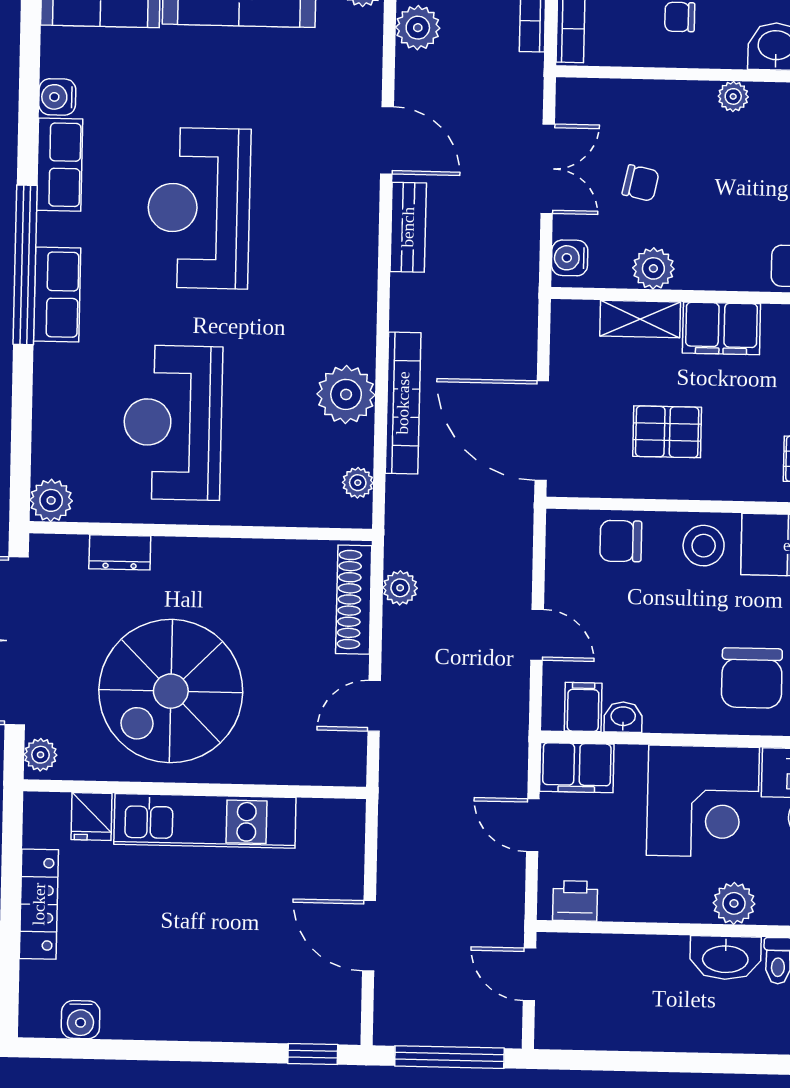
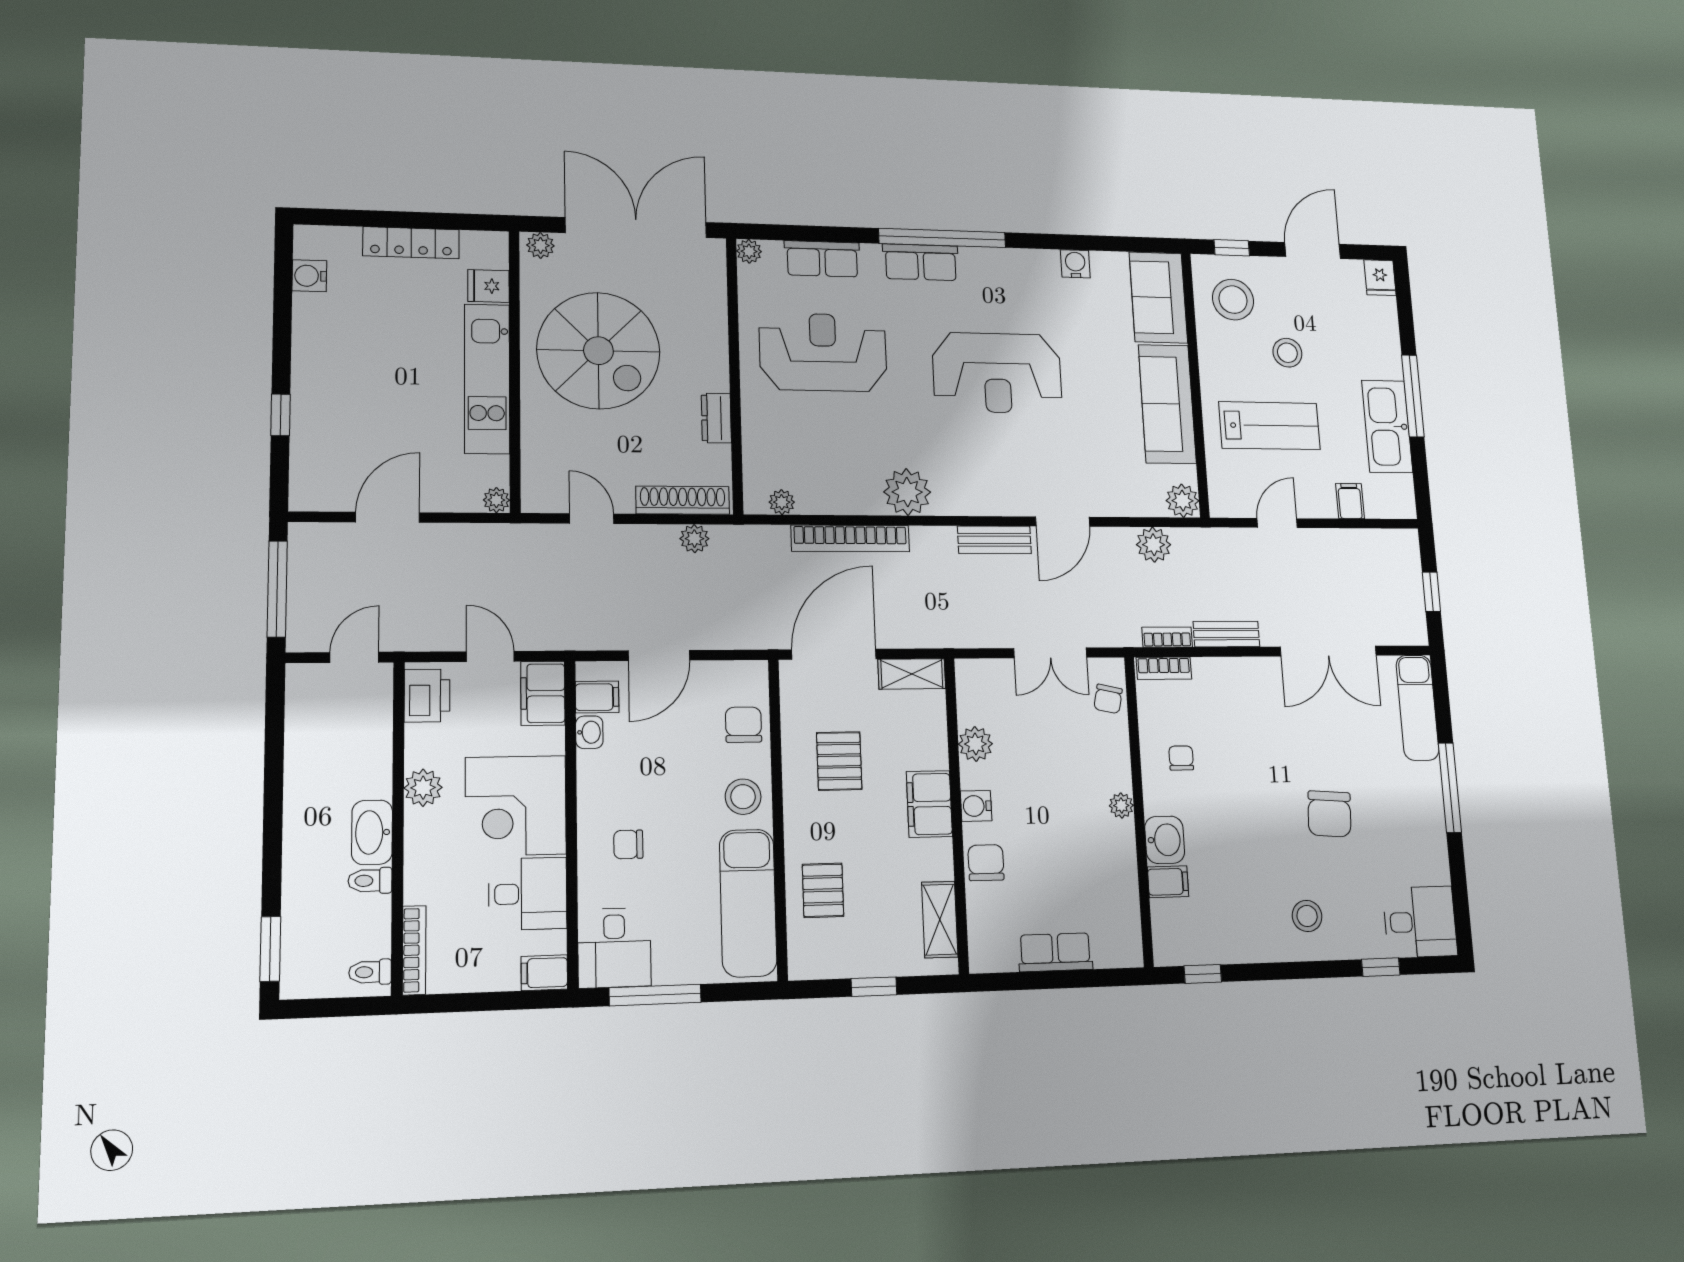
row of seats: (60, 165) -> (822, 259), moved
chair: (641, 183) -> (1108, 699), moved
reception desk: (199, 208) -> (997, 373), turned 180
water cooler: (570, 258) -> (976, 806), moved, turned -90
shelving: (640, 319) -> (912, 674), moved, turned 90
plant: (346, 394) -> (907, 492), moved
plant: (51, 500) -> (749, 251), width x0.73, depth x0.73
dresser: (120, 552) -> (716, 418), moved
door: (537, 635) -> (659, 655), width x1.38
chair: (752, 678) -> (628, 844), width x0.54, depth x0.54
spiral stairs: (171, 691) -> (598, 351), turned 180
plant: (351, 814) -> (496, 500), added
door: (533, 825) -> (490, 657), hinge flipped
printer: (575, 901) -> (427, 696), width x1.36, depth x1.24
plant: (734, 903) -> (423, 788), moved
window: (313, 1054) -> (281, 415), moved

